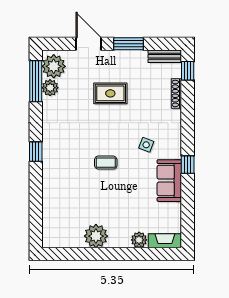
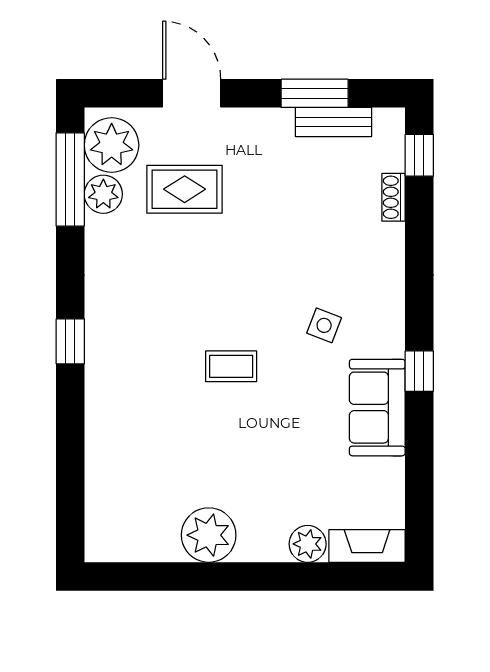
window: (128, 44) -> (315, 93), moved
bench: (165, 56) -> (333, 122), moved
rug: (110, 93) -> (185, 189), moved
shoe rack: (176, 93) -> (394, 197), width x0.70

